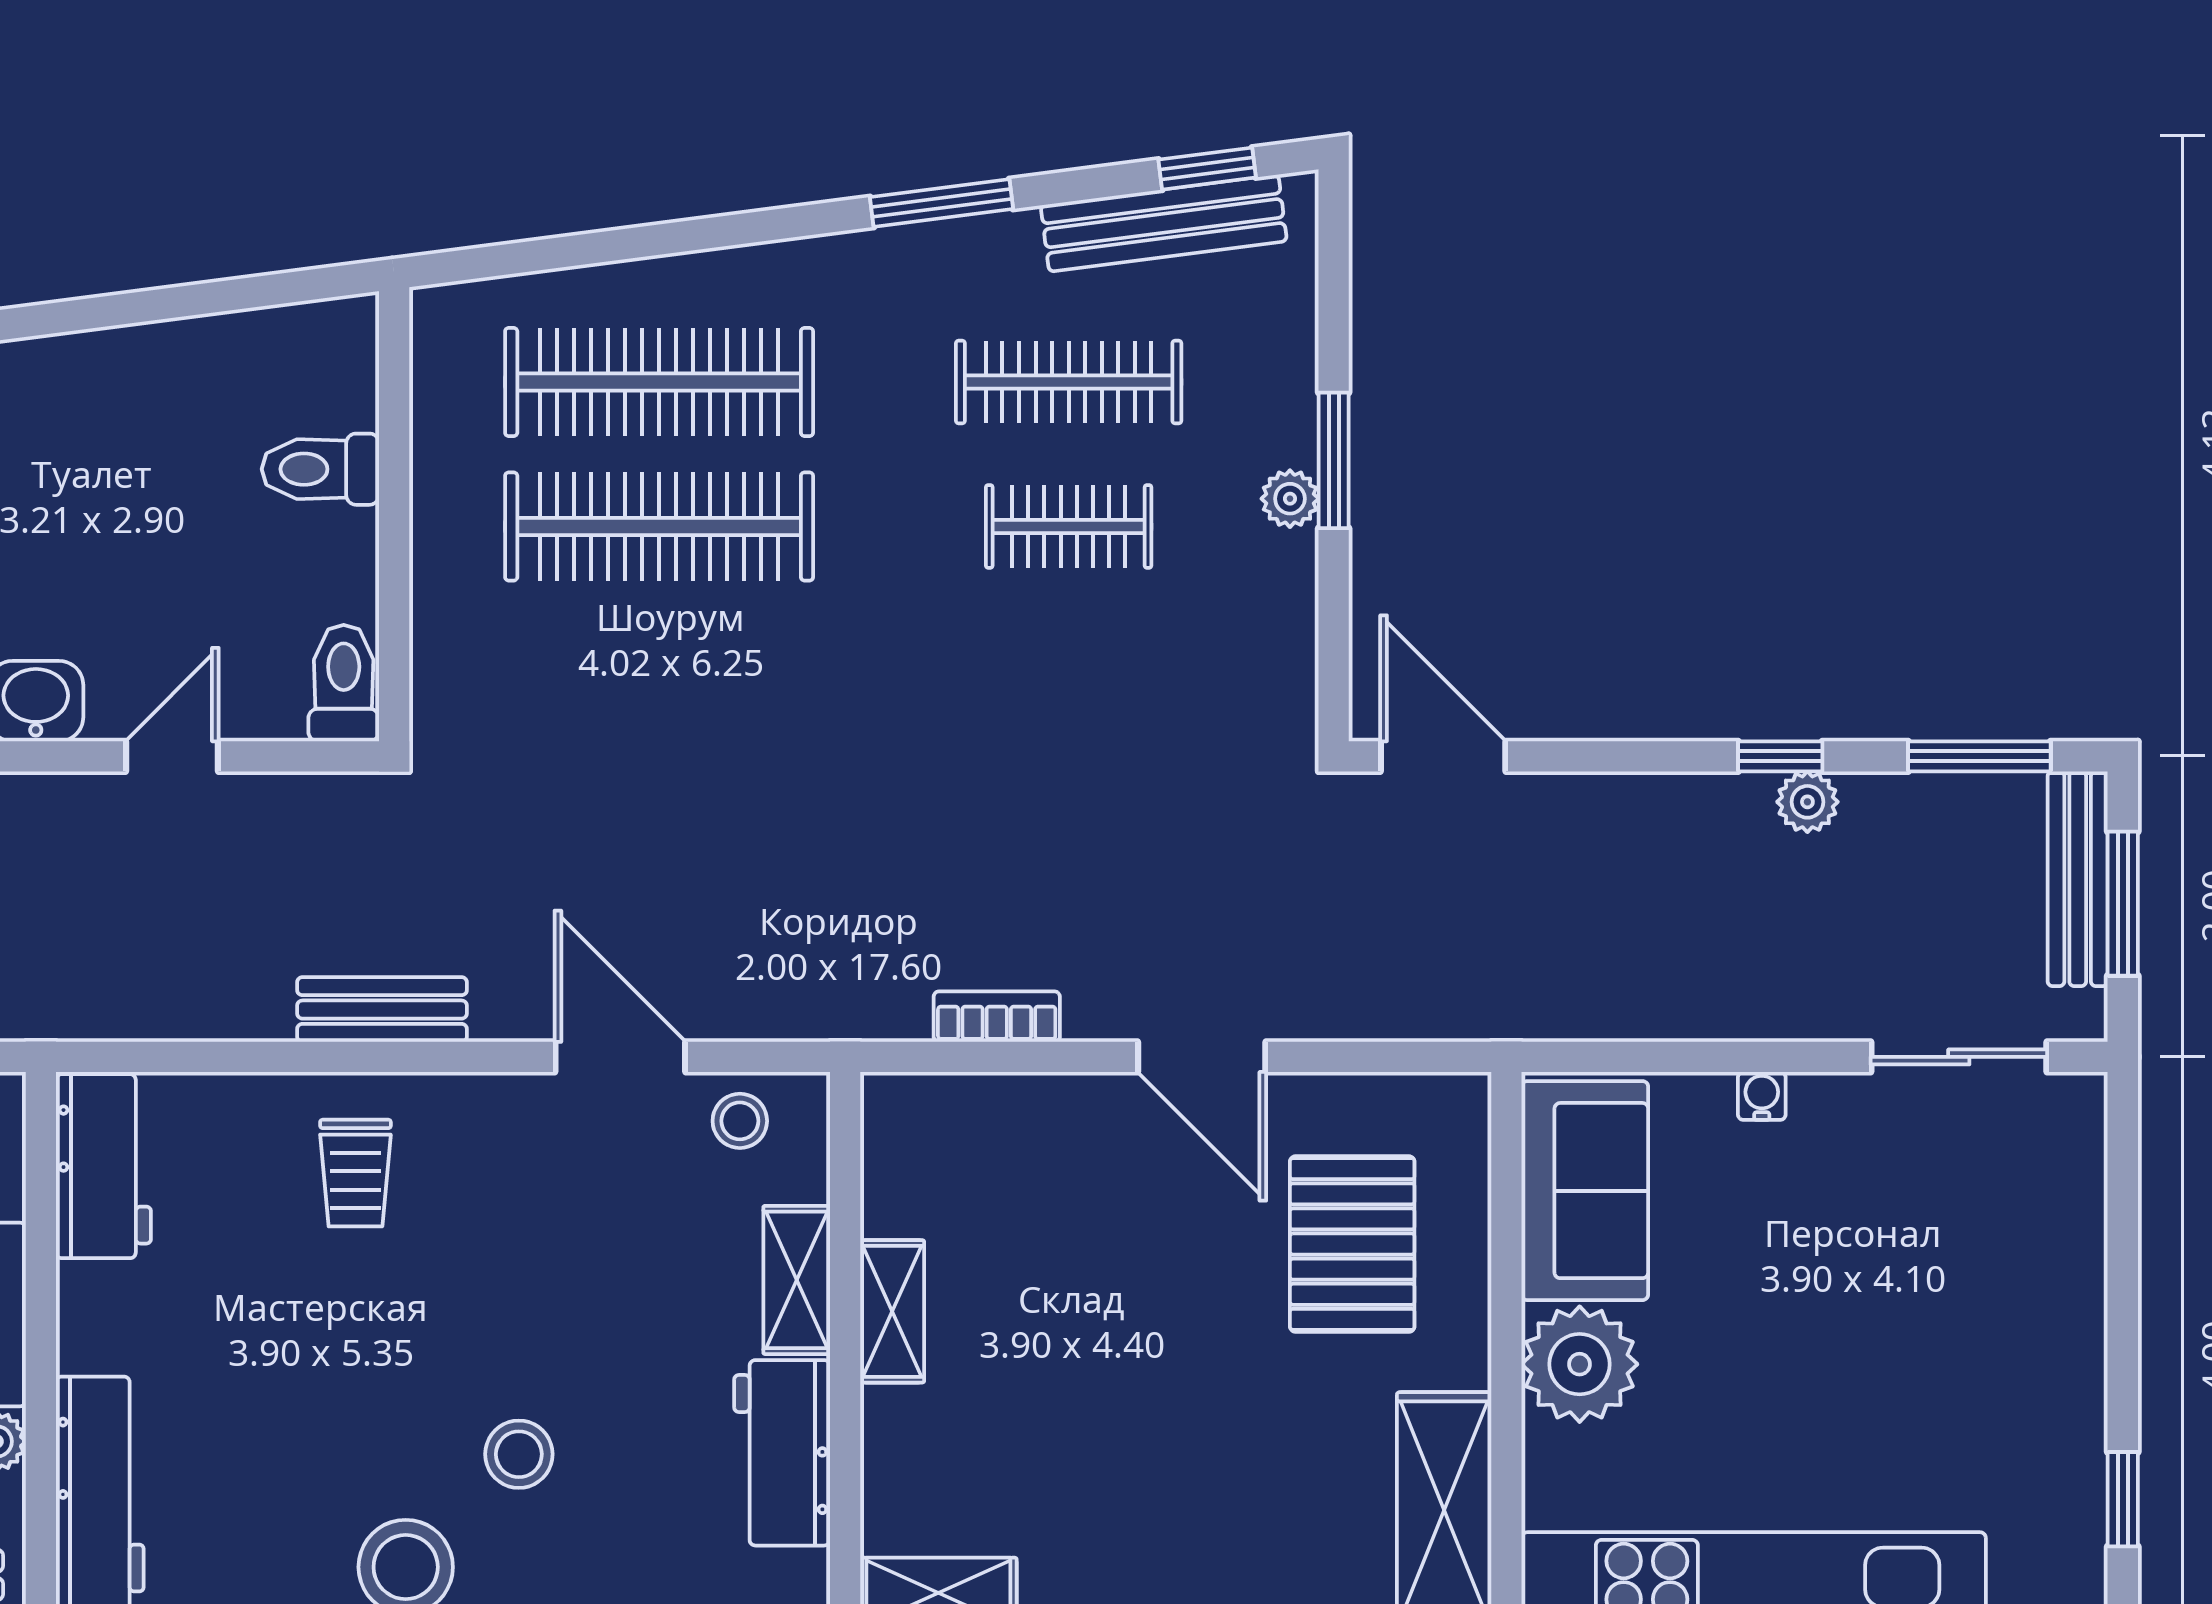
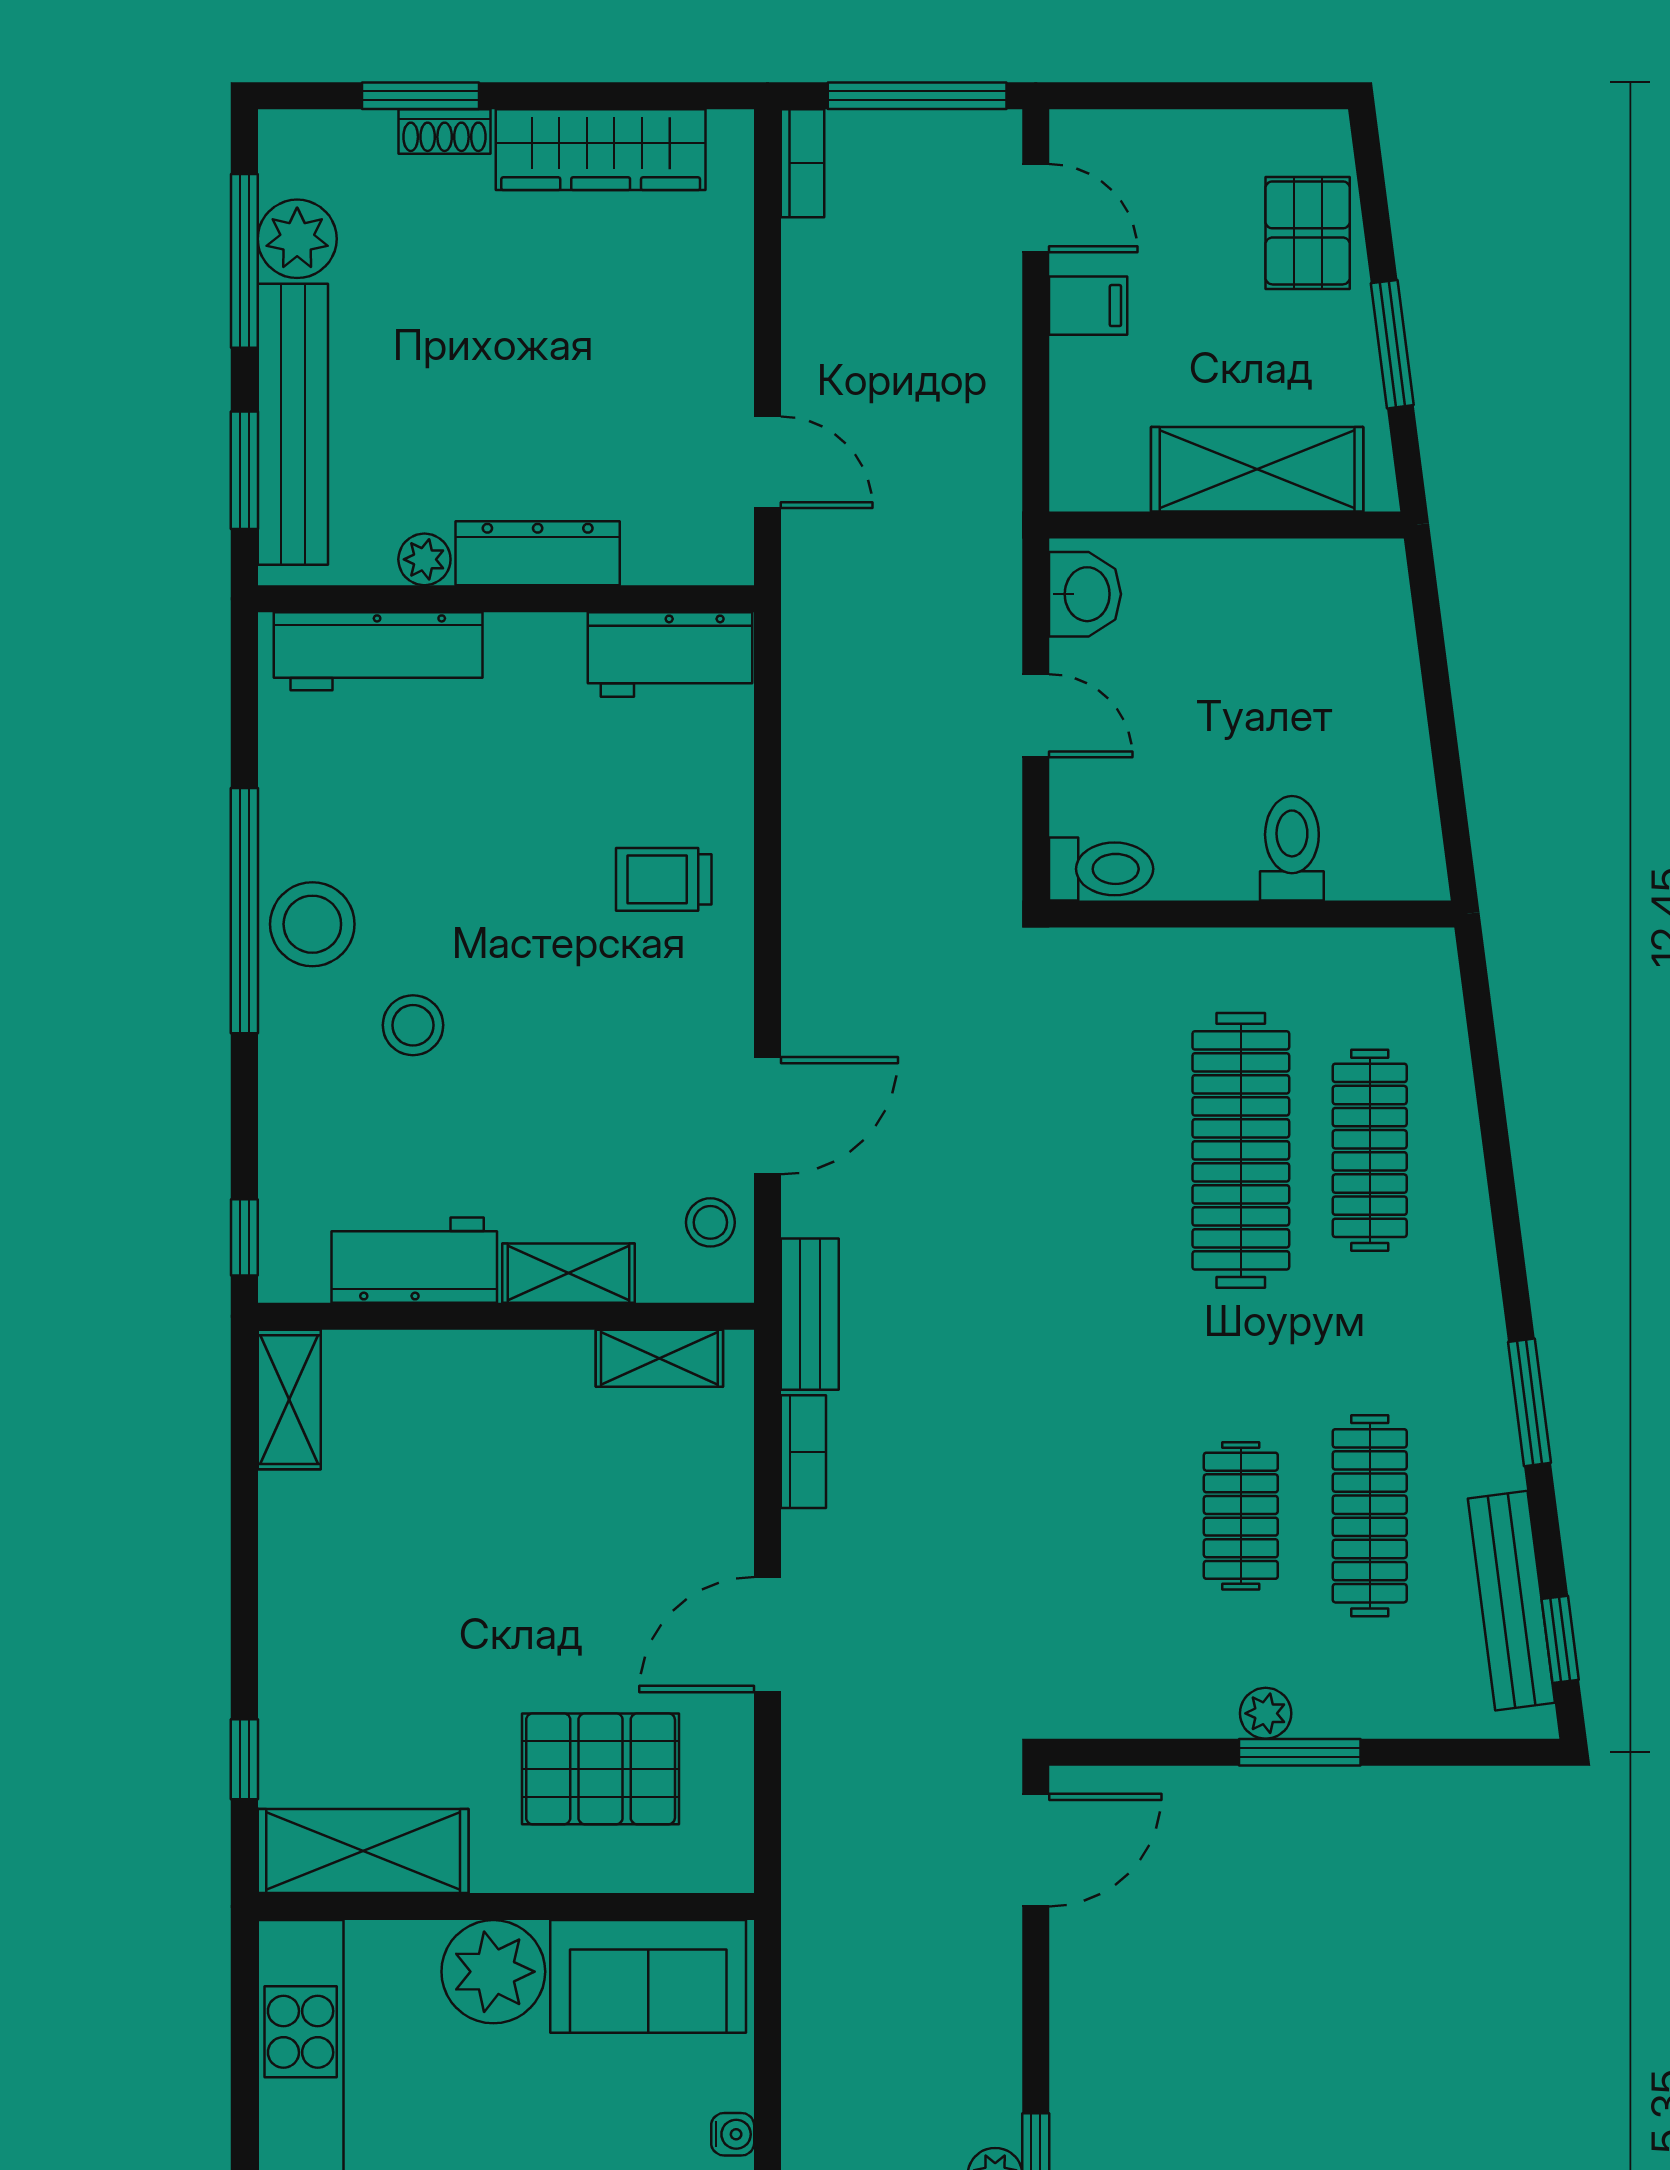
clothes rail: (659, 382) -> (1370, 1150), width x0.73, depth x0.76
bench: (382, 1010) -> (810, 1314), moved
shelving: (892, 1311) -> (659, 1358), moved

